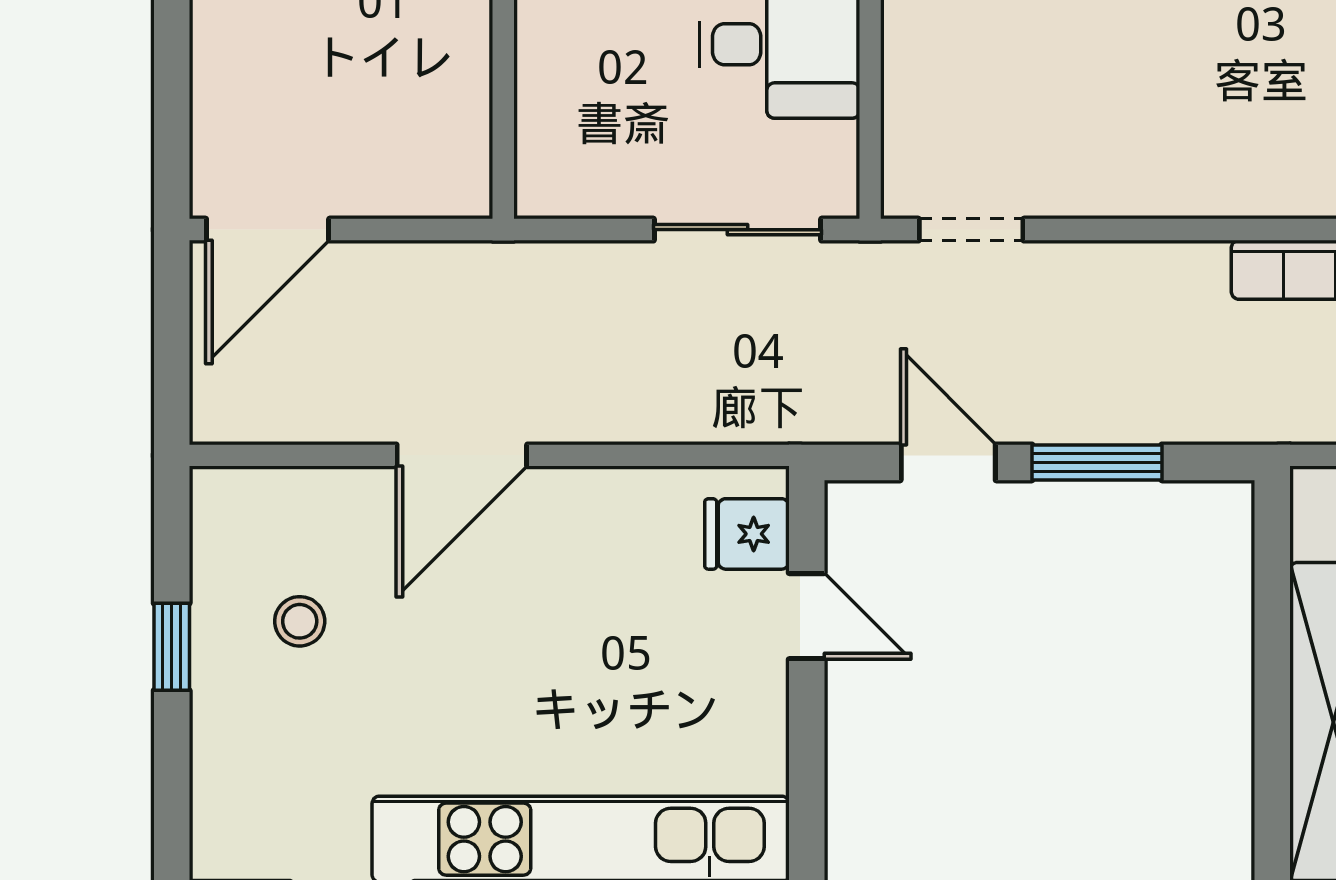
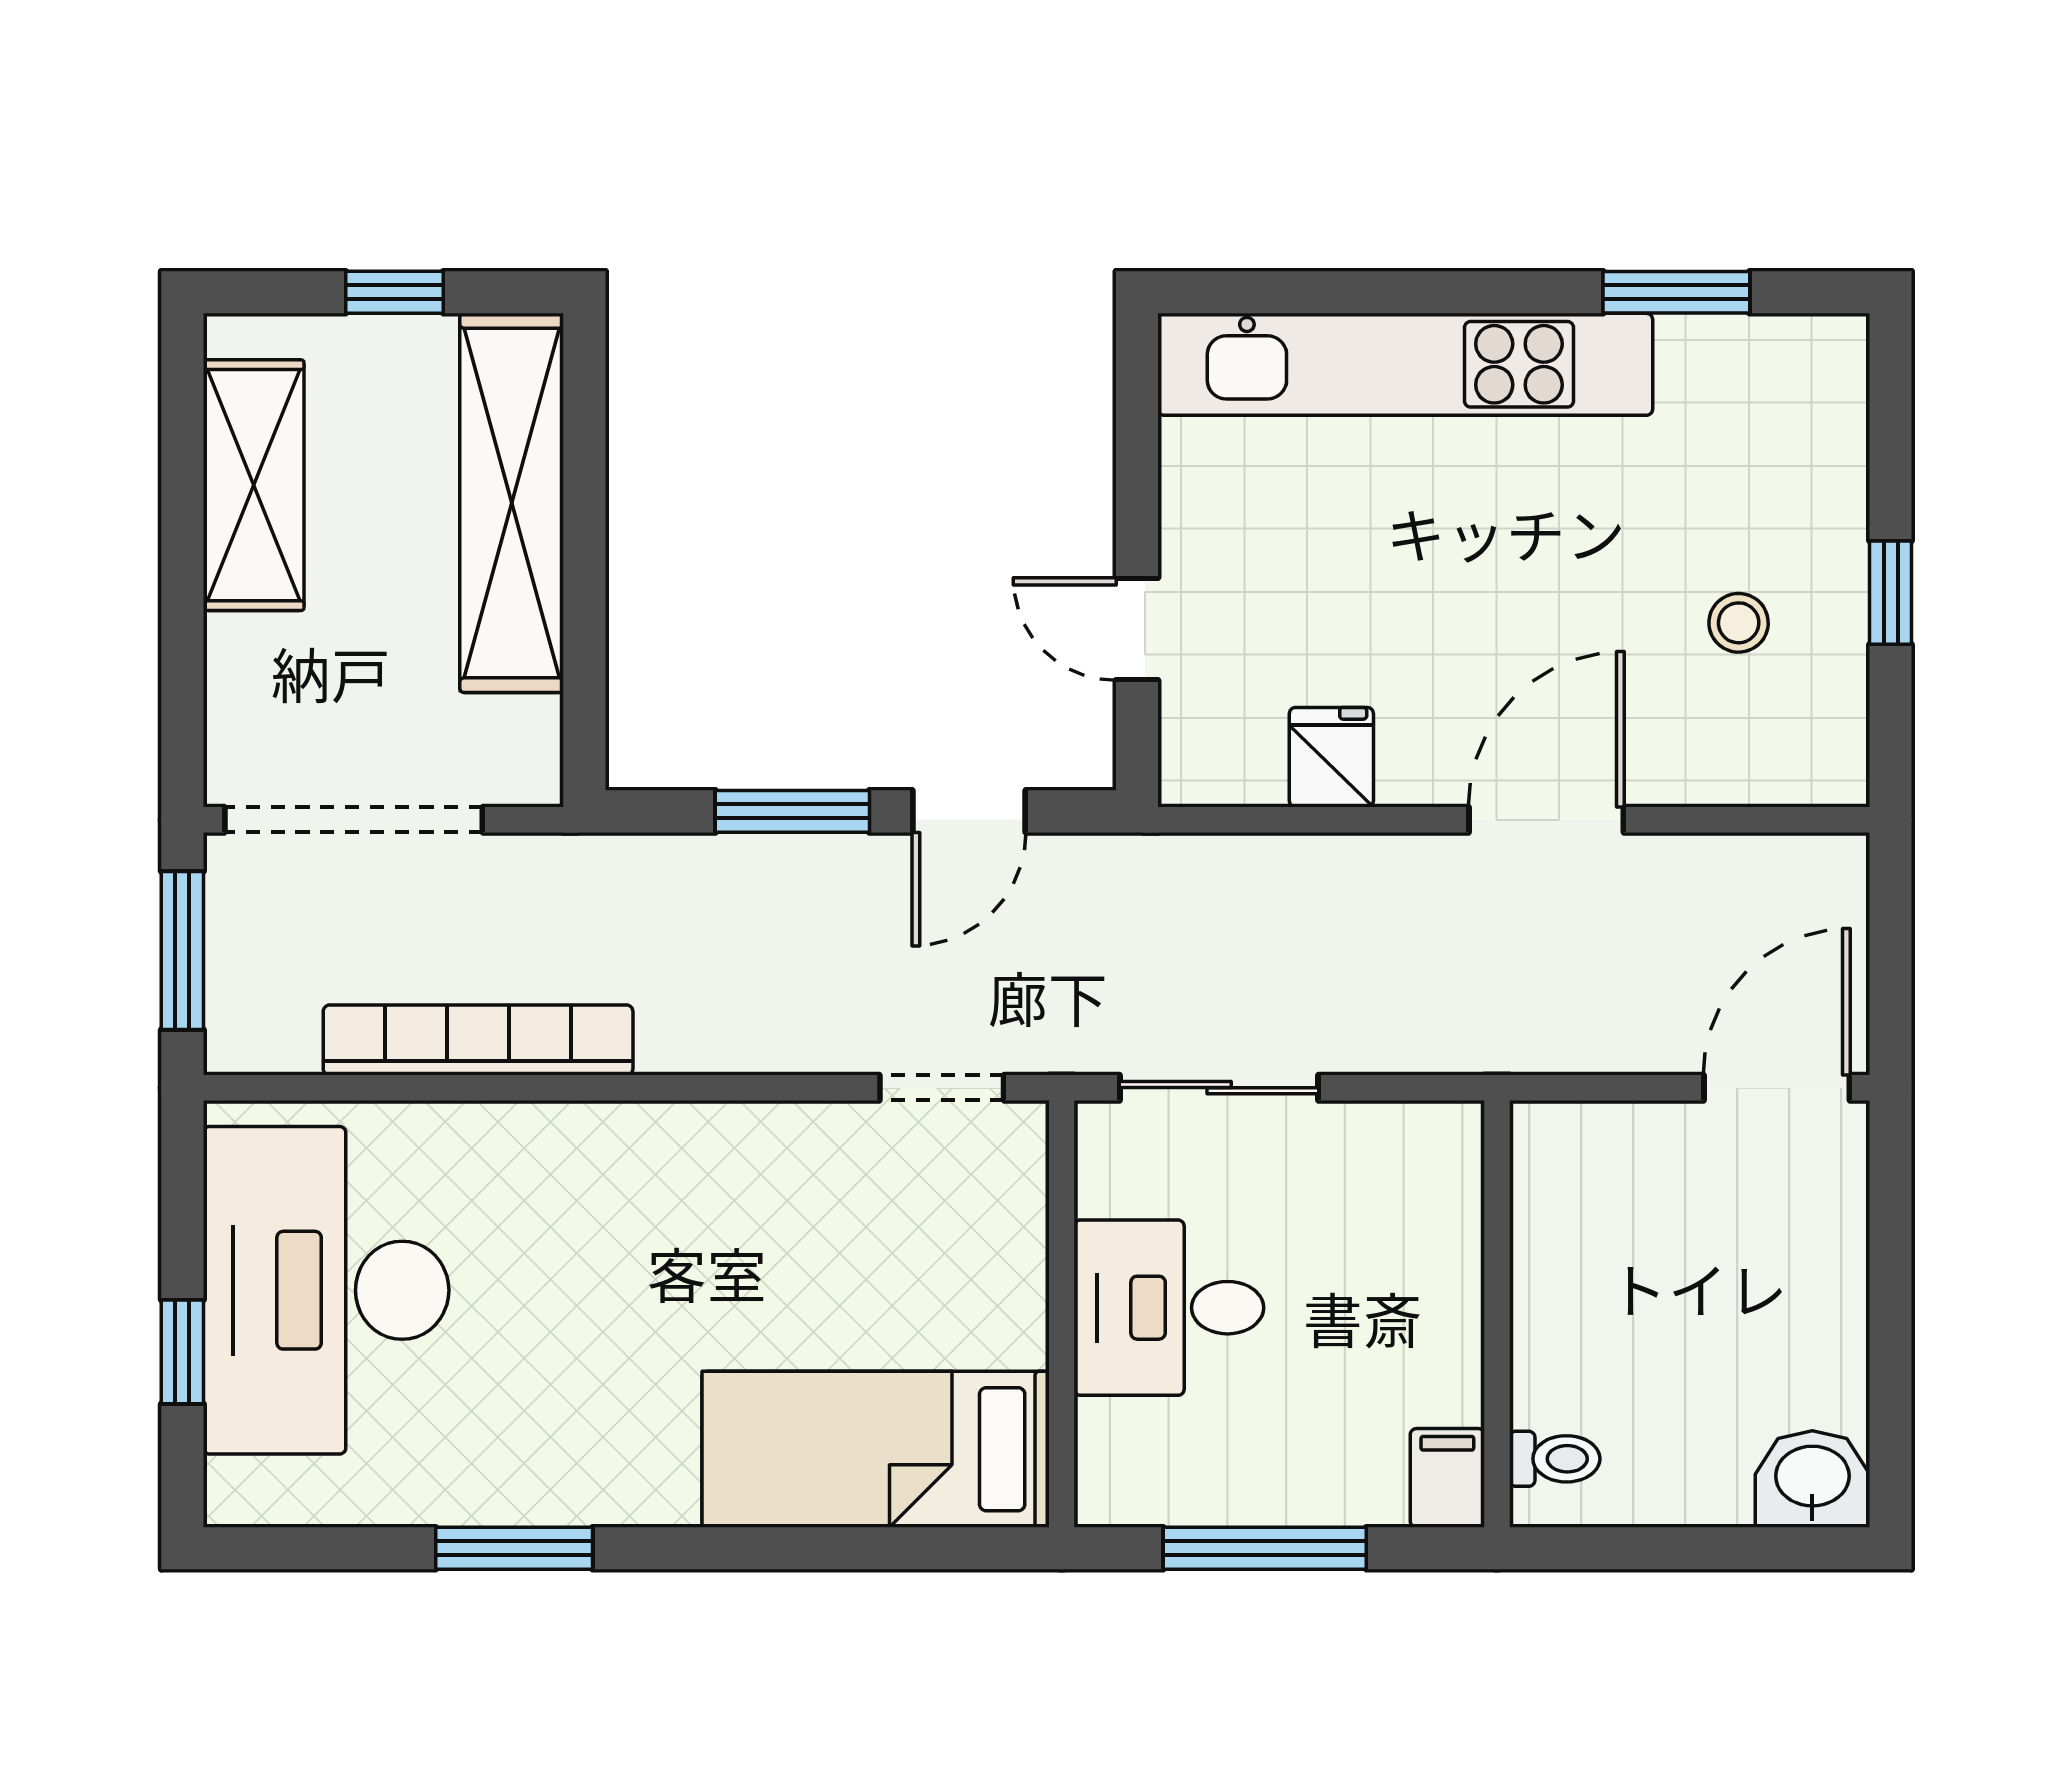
door: (948, 462) -> (969, 811), hinge flipped
fridge: (747, 534) -> (1331, 757), moved, turned -90

